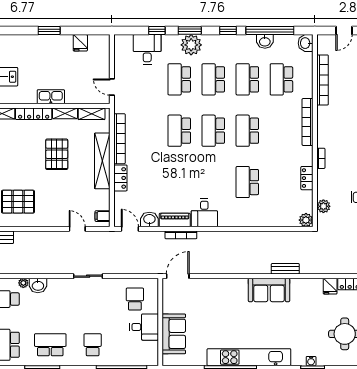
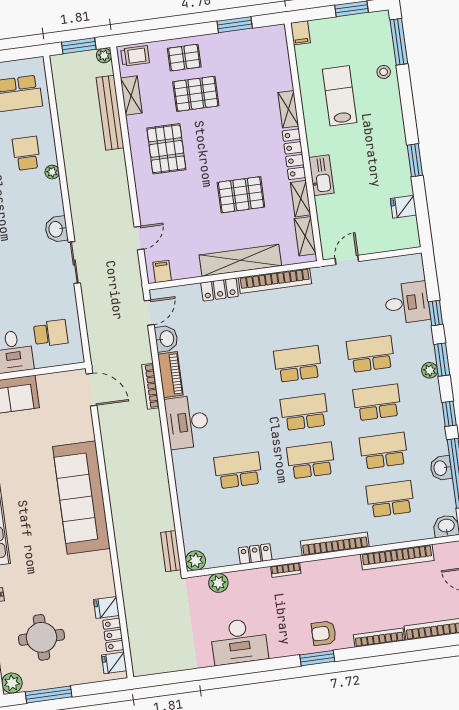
plant: (191, 45) -> (430, 370), width x0.53, depth x0.53
desk: (204, 213) -> (187, 422), width x1.37
bench: (285, 269) -> (171, 551), moved
washbasin: (38, 285) -> (56, 229), moved
sofa: (269, 290) -> (81, 497), width x1.85, depth x1.27

